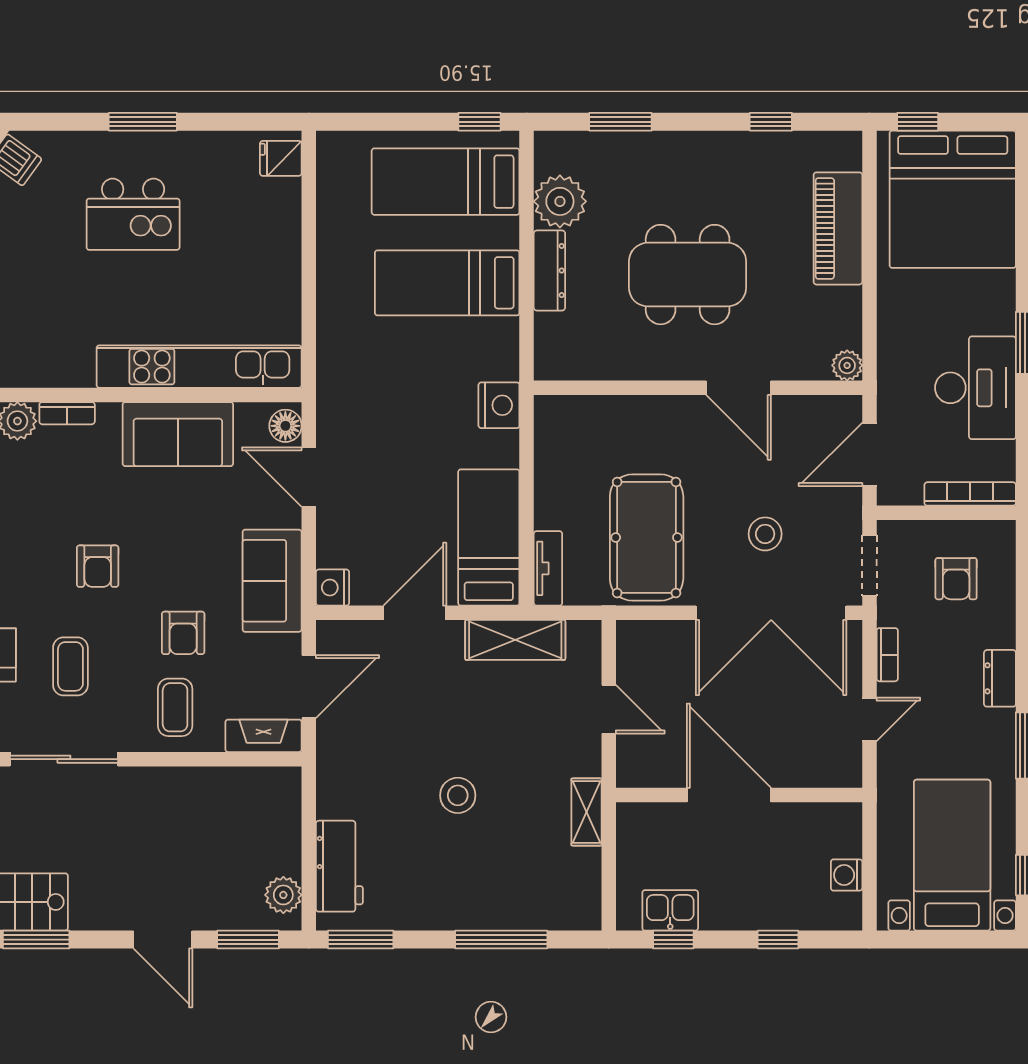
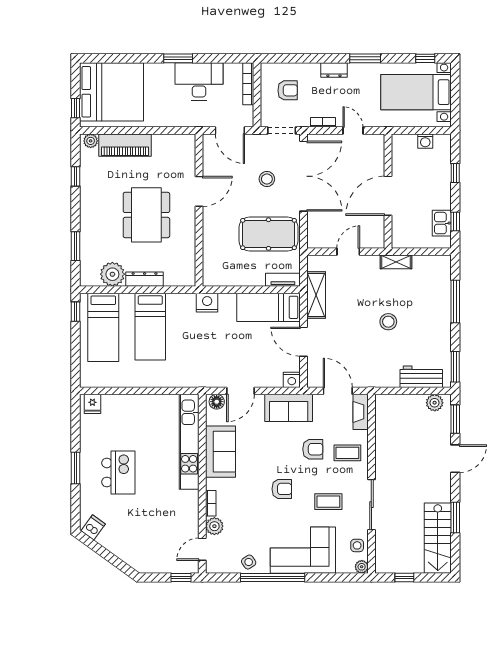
plant: (847, 365) -> (91, 141), moved

